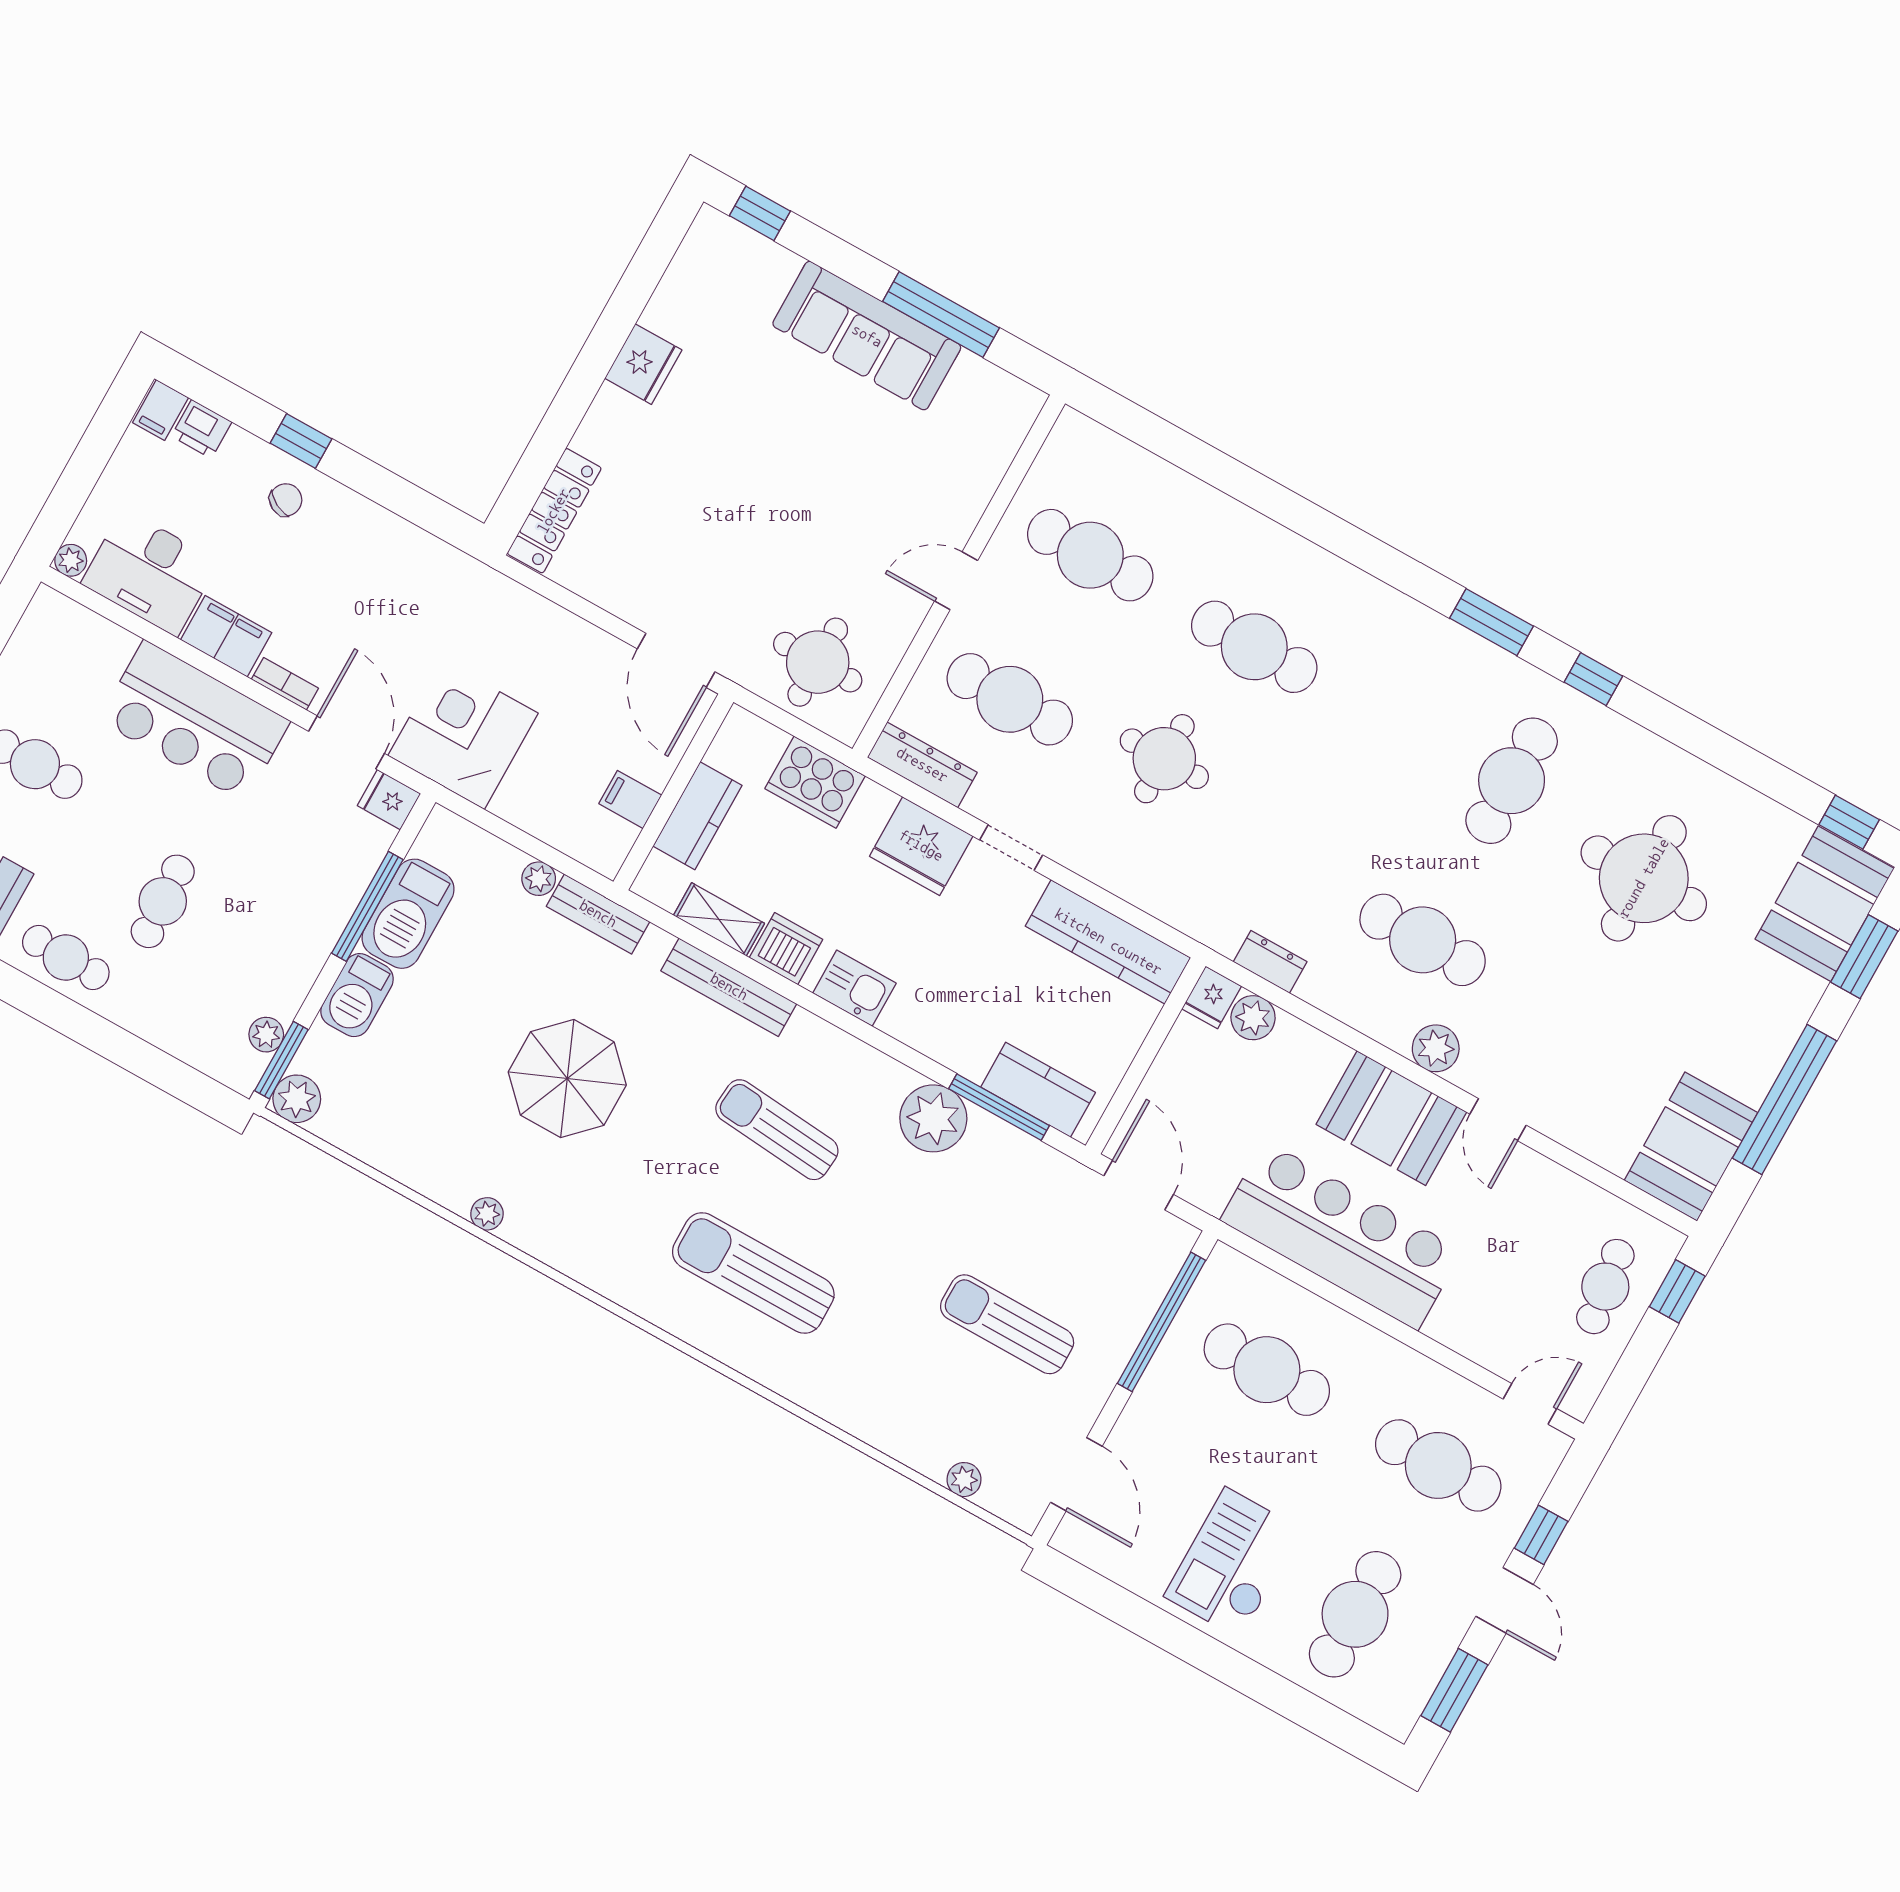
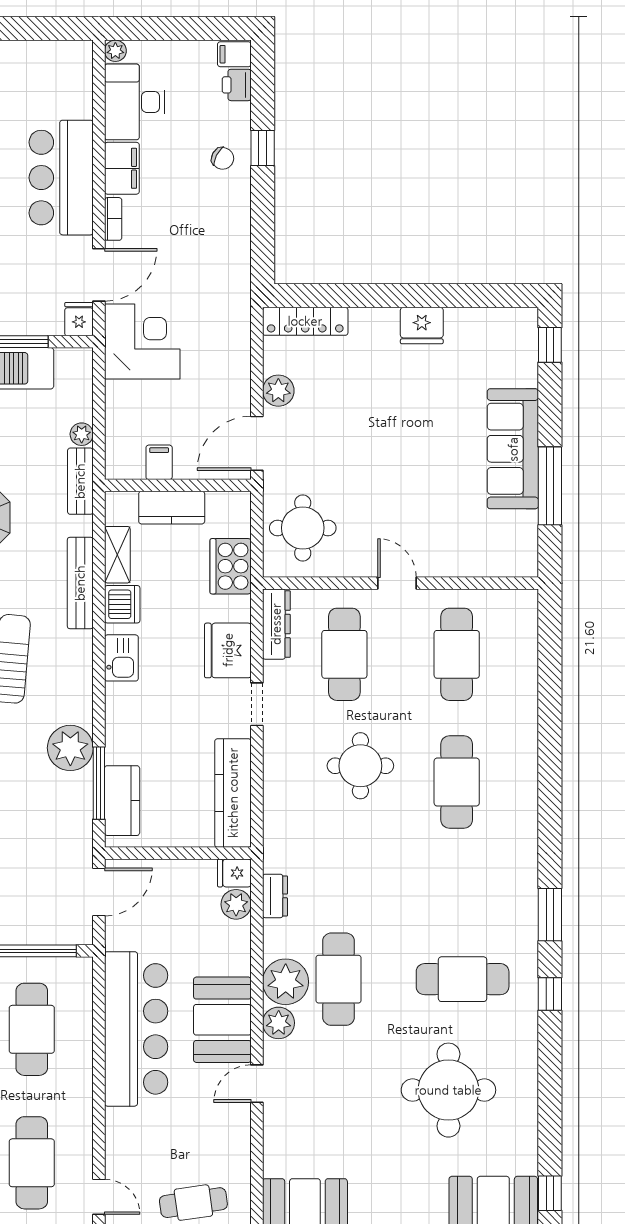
plant: (624, 595) -> (278, 391), added
plant: (1388, 1010) -> (286, 982), added

